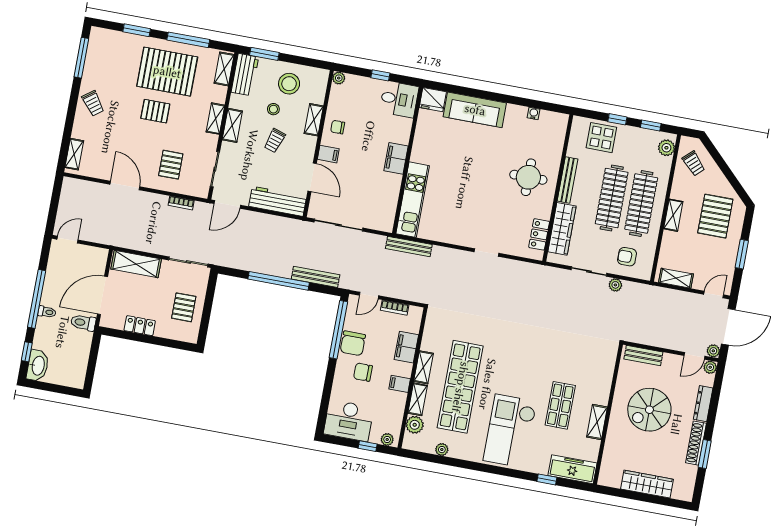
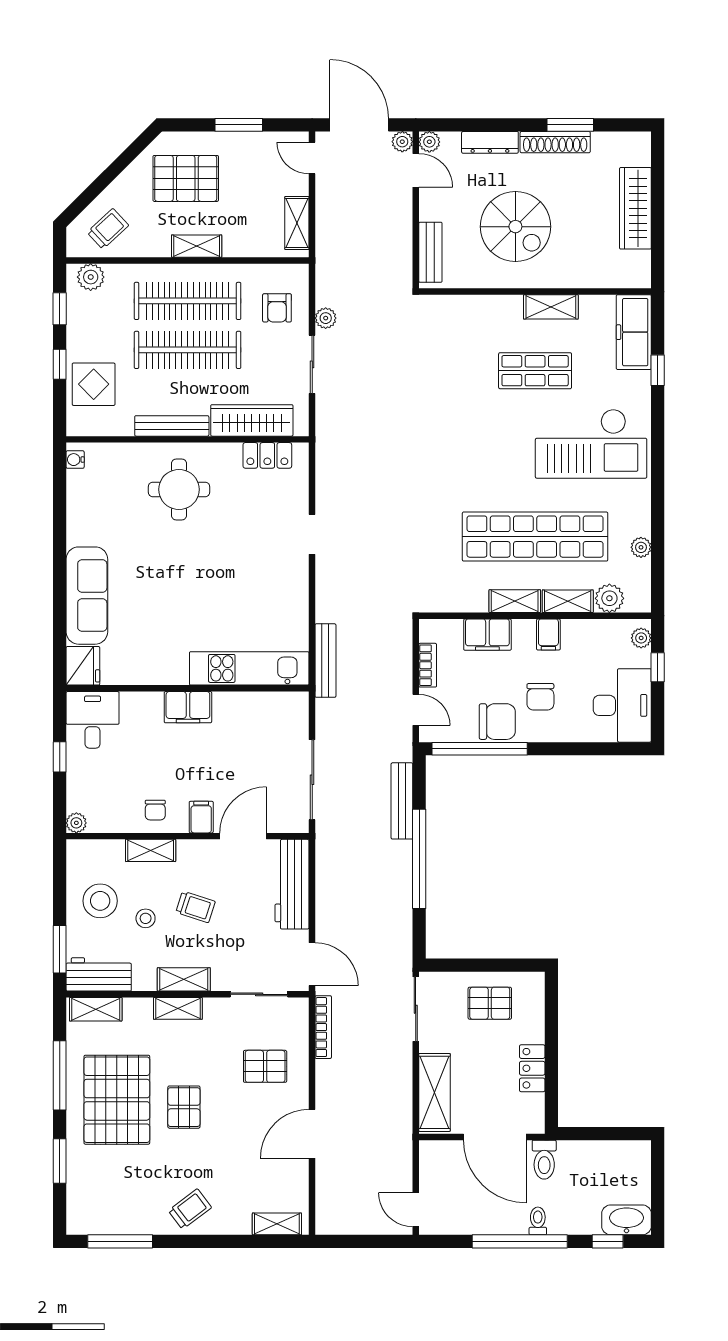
water cooler: (534, 113) -> (75, 460), moved
bookcase: (181, 203) -> (323, 1027), width x1.56

